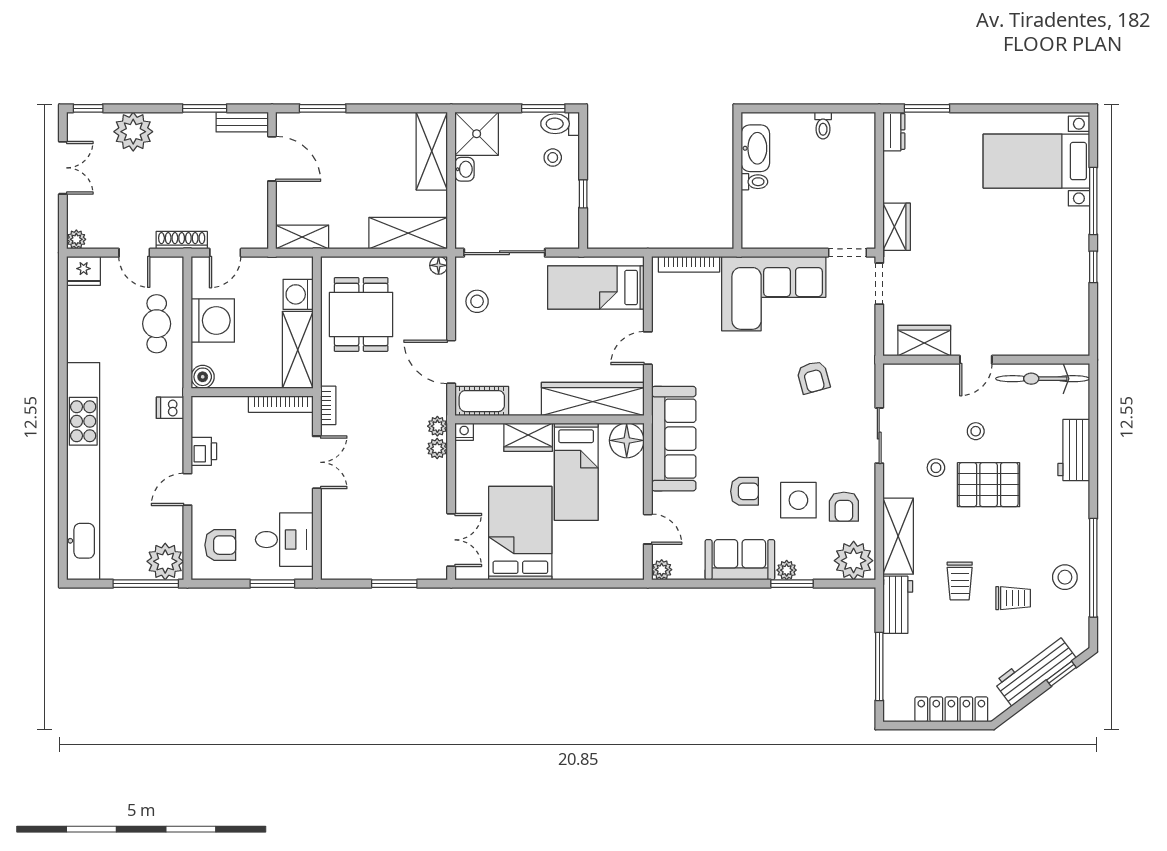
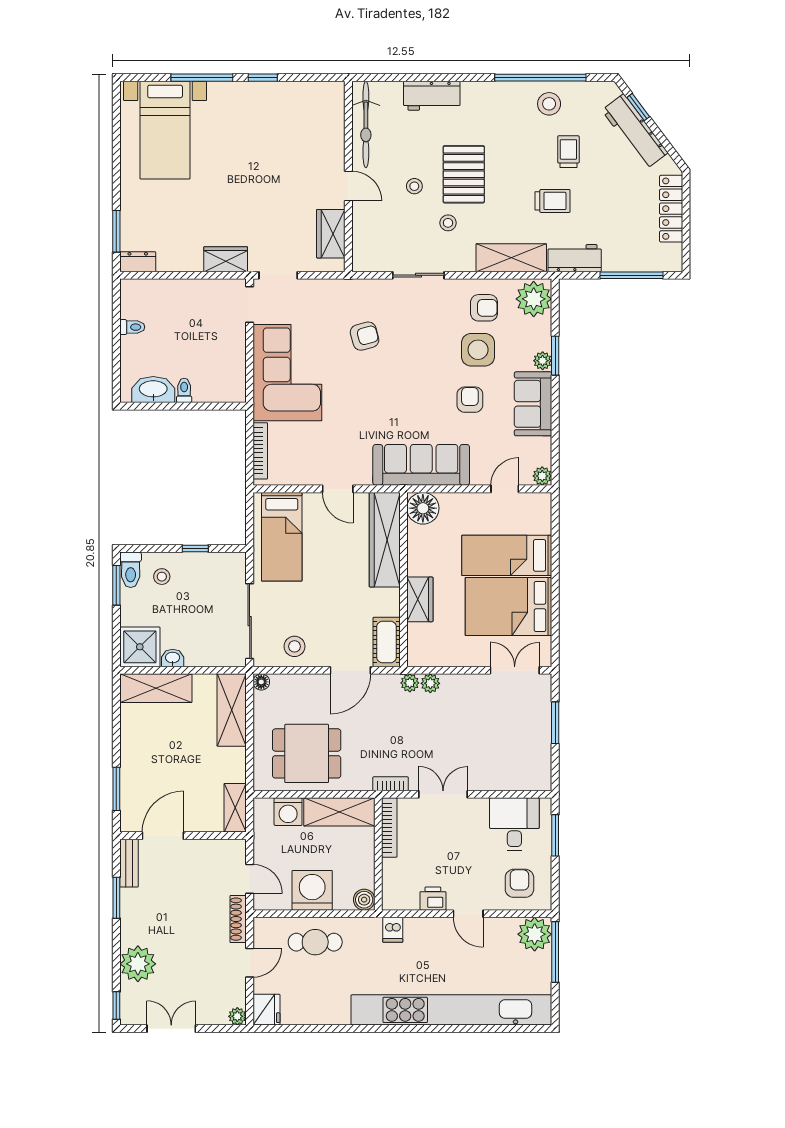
nightstand: (464, 432) -> (415, 658), removed
bed: (576, 472) -> (507, 555), moved, turned 180

